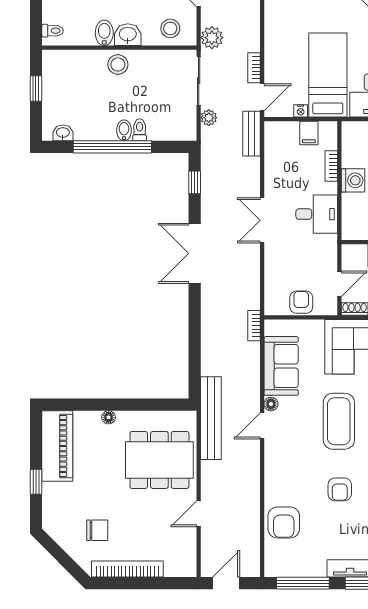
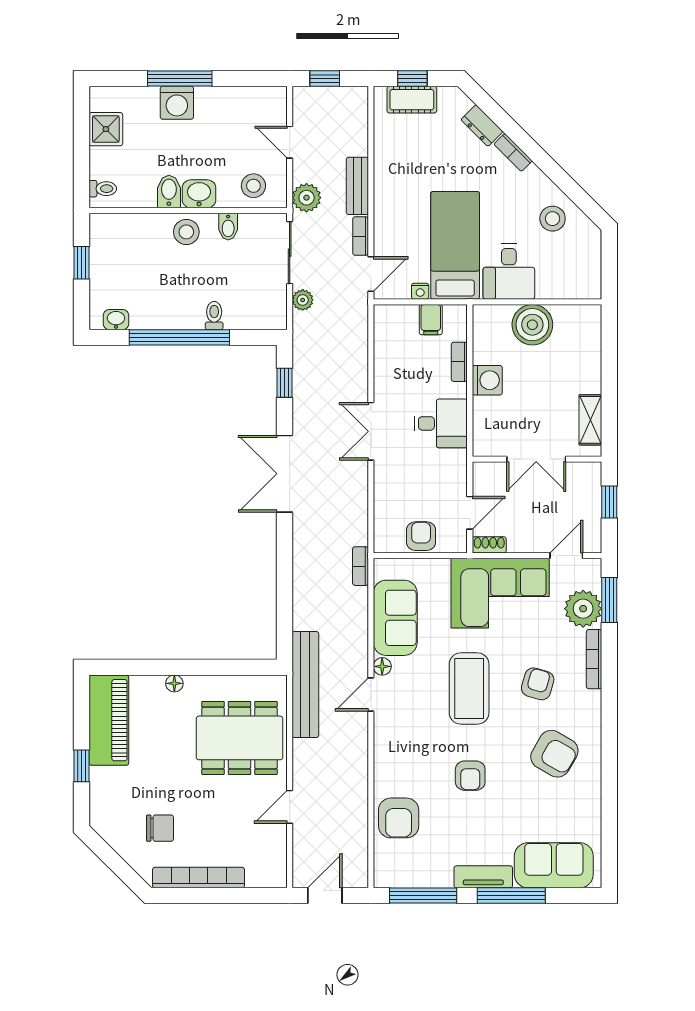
bidet: (124, 130) -> (228, 227), moved, turned 180
bench: (251, 134) -> (357, 186), moved

